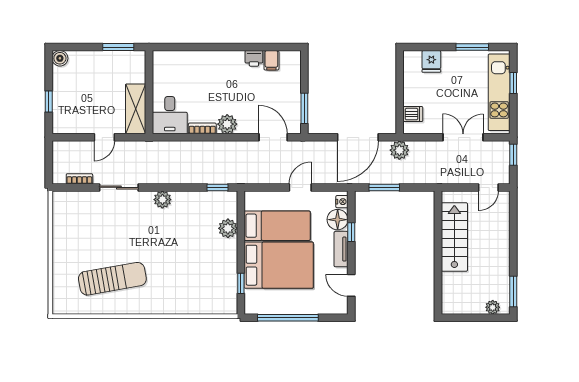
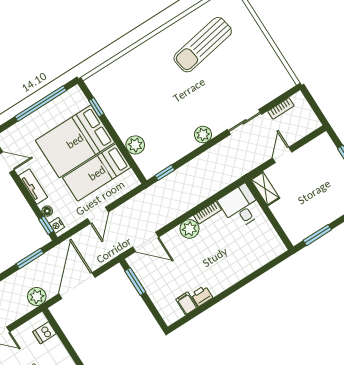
shelving: (136, 109) -> (265, 189), width x0.67, depth x0.75
floor lamp: (338, 220) -> (47, 211), width x0.53, depth x0.53
window: (351, 232) -> (46, 225), moved

